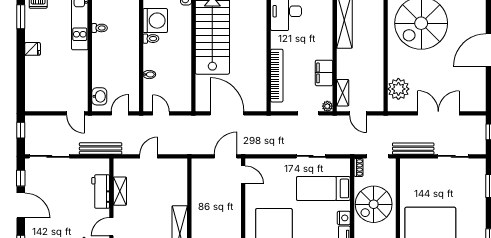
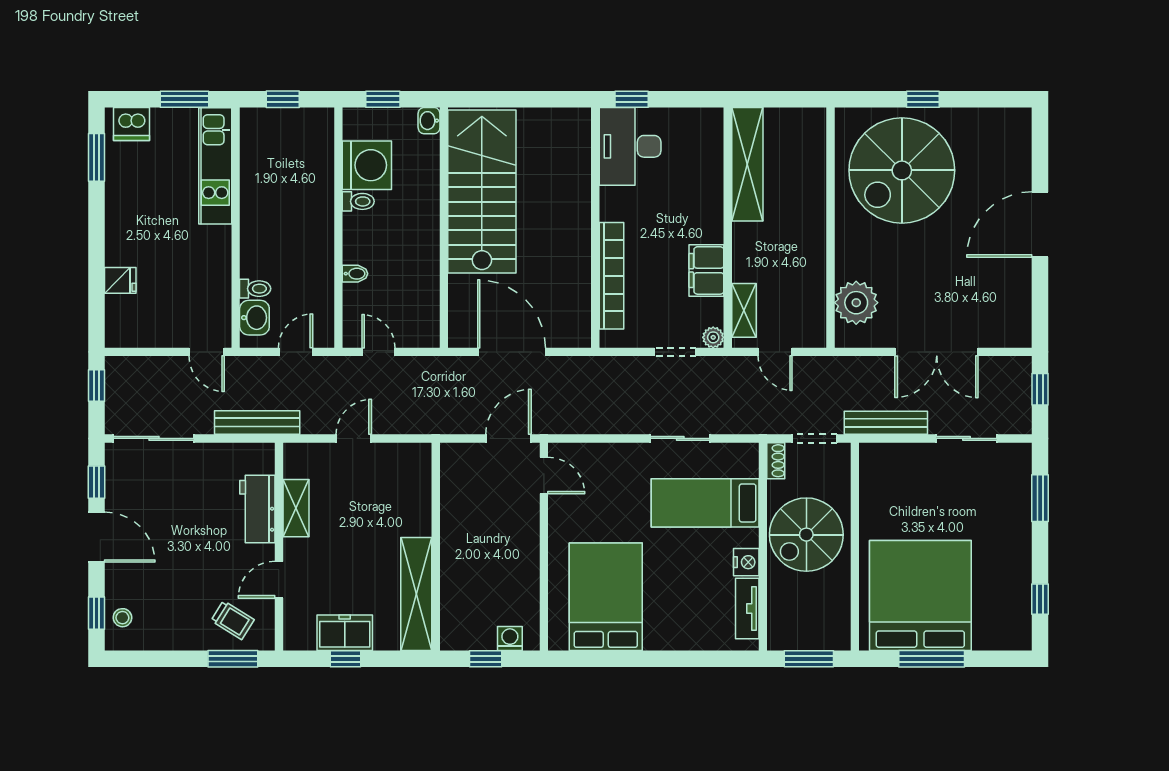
toilet: (100, 28) -> (255, 289), moved
fridge: (33, 49) -> (120, 280), moved
double door: (438, 113) -> (937, 352), swing flipped

